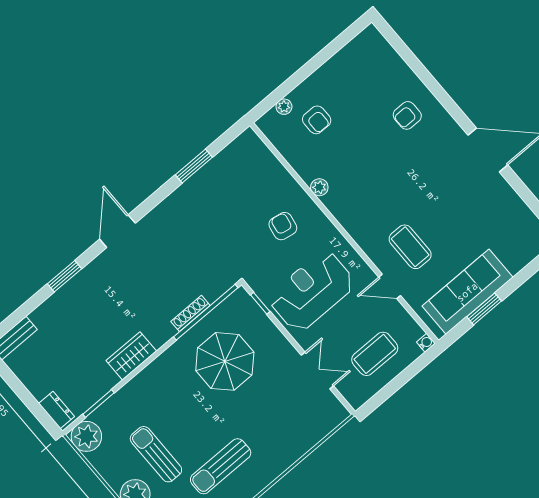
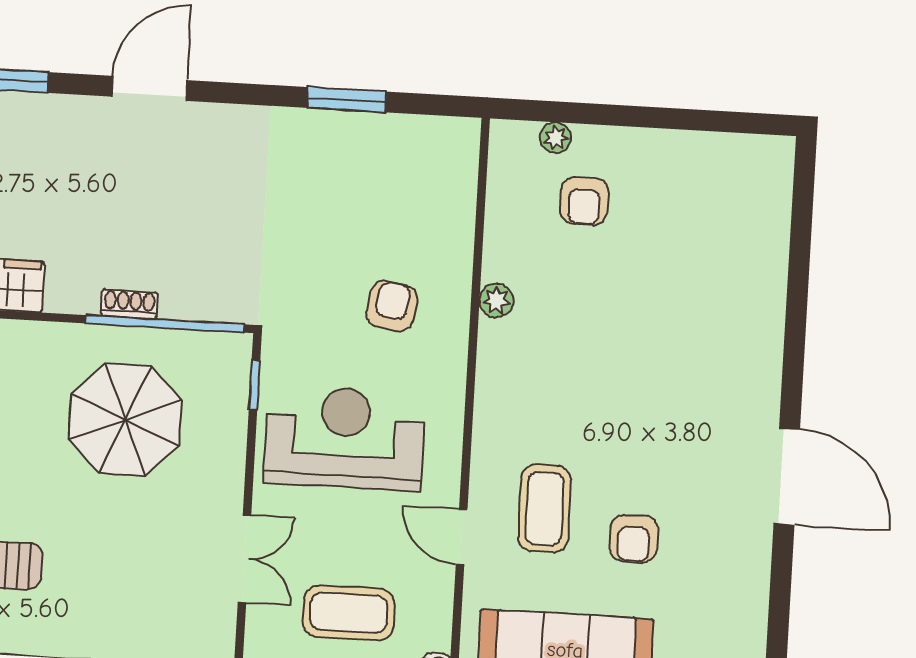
armchair: (407, 115) -> (634, 538), moved, turned -90
shoe rack: (190, 313) -> (129, 304), width x0.70

